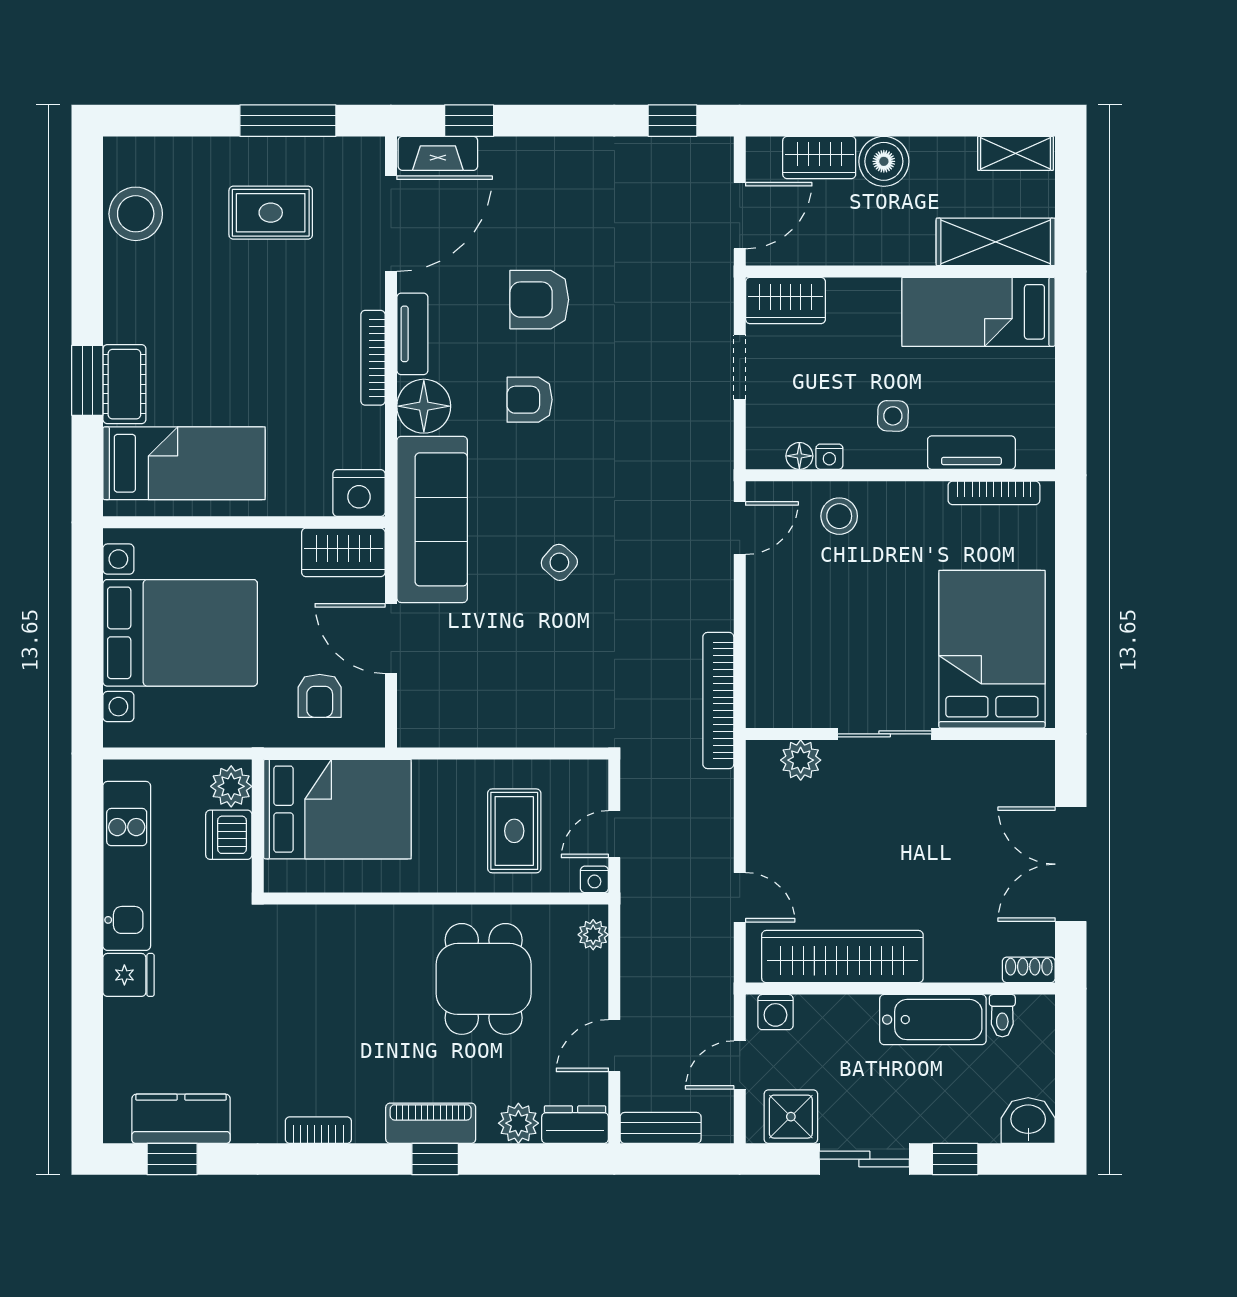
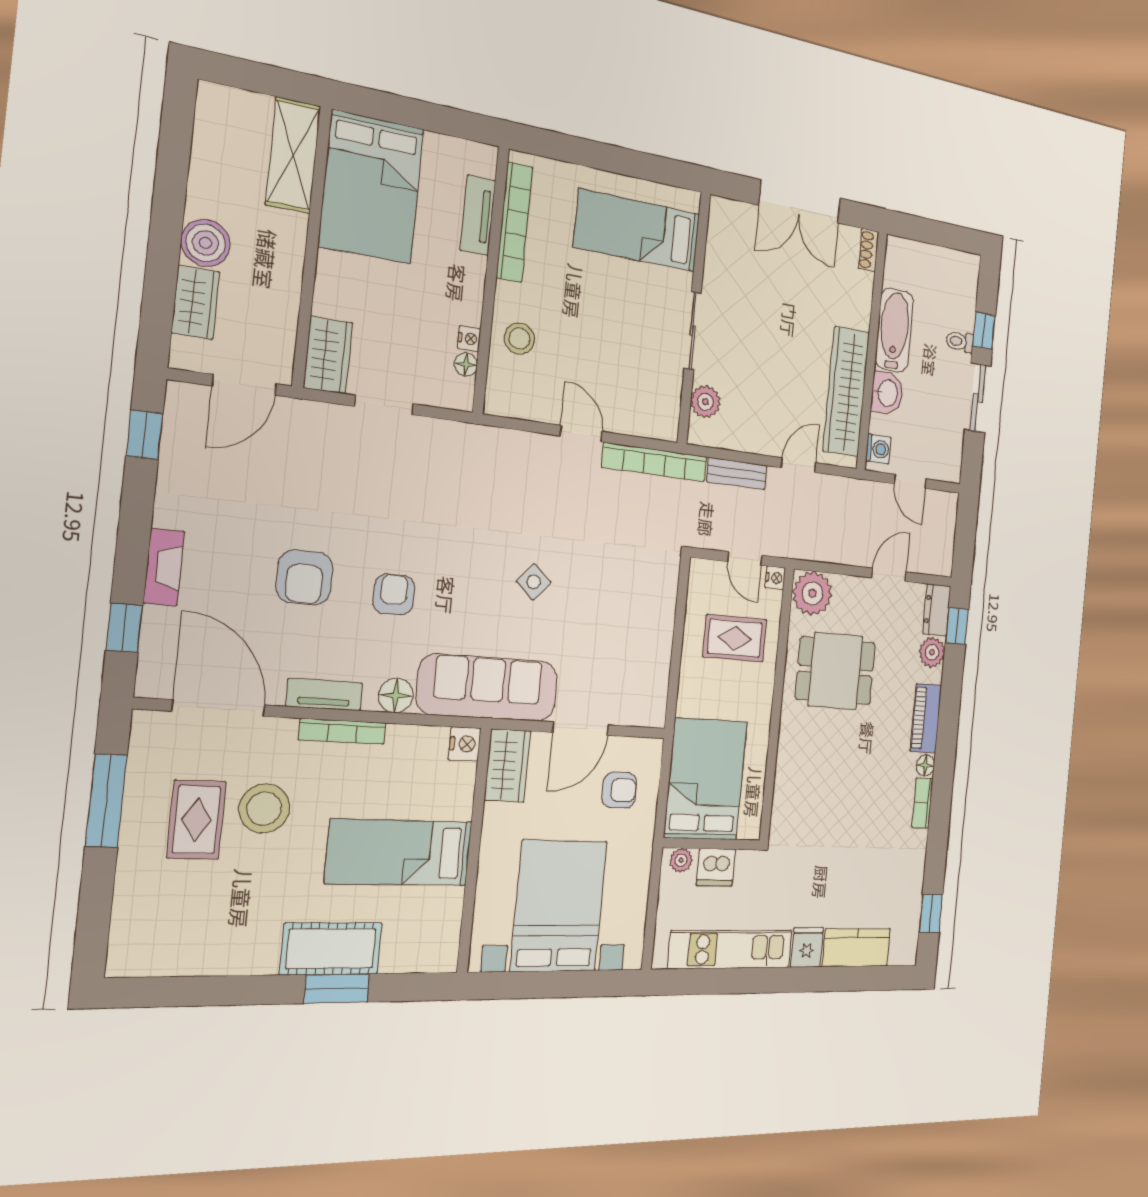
fireplace: (438, 153) -> (164, 567), moved
shelving: (1015, 153) -> (211, 119), removed
stool: (136, 214) -> (264, 808), moved
door: (740, 216) -> (244, 385), swing flipped
bed: (979, 312) -> (371, 187), width x1.50
cot: (124, 384) -> (331, 949), width x1.37, depth x1.34
armchair: (530, 400) -> (394, 594), turned 180
floor lamp: (424, 406) -> (396, 695), width x0.73, depth x0.73
side table: (893, 416) -> (440, 277), removed
bed: (184, 463) -> (399, 852), moved, turned -90
nightstand: (359, 493) -> (465, 744), width x0.74, depth x0.75
bookcase: (994, 493) -> (514, 222), width x1.48, depth x1.31
door: (740, 528) -> (581, 434), moved
bed: (992, 649) -> (637, 231), width x0.67
plant: (231, 786) -> (681, 860), width x0.73, depth x0.73
plant: (593, 935) -> (812, 593), width x1.87, depth x1.87
toilet: (1002, 1016) -> (960, 342), moved, turned 180
door: (614, 1046) -> (889, 575), swing flipped
shower: (791, 1117) -> (946, 448), removed
kitchen counter: (181, 1119) -> (856, 948), moved, turned 90
washbasin: (1028, 1121) -> (887, 393), moved, turned 180
bench: (661, 1128) -> (737, 473), moved, turned 90
floor lamp: (369, 1129) -> (925, 765), added
window: (435, 1159) -> (957, 626), moved

